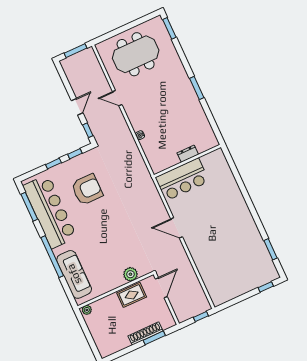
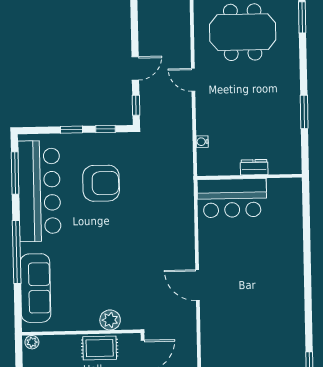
dresser: (188, 154) -> (254, 167), moved
wall: (187, 161) -> (250, 177), moved
bar counter: (182, 179) -> (232, 198), moved

